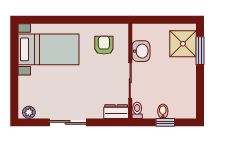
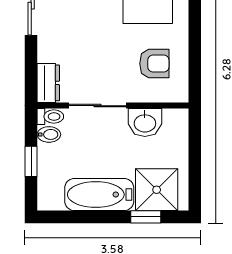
window: (200, 51) -> (146, 217), width x0.67
bathtub: (186, 80) -> (99, 195), added
bidet: (163, 111) -> (49, 134), moved

